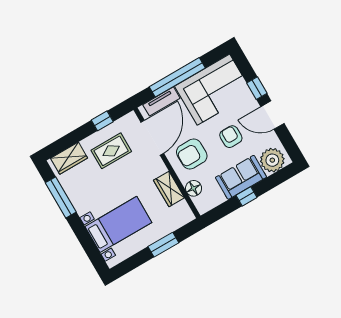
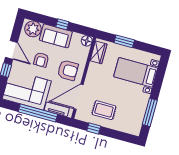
wardrobe: (69, 158) -> (127, 127), removed
floor lamp: (194, 188) -> (87, 41), moved
wardrobe: (169, 189) -> (98, 52), moved

